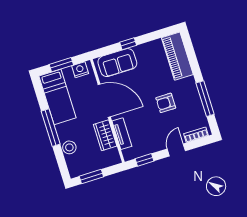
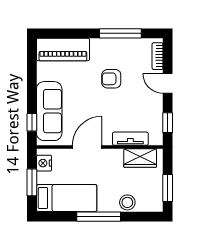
window: (128, 44) -> (32, 122), moved
sofa: (117, 63) -> (49, 111), width x1.36
door: (104, 101) -> (87, 147), width x0.73
armchair: (166, 103) -> (111, 79), turned 90
wardrobe: (105, 135) -> (140, 158), moved

